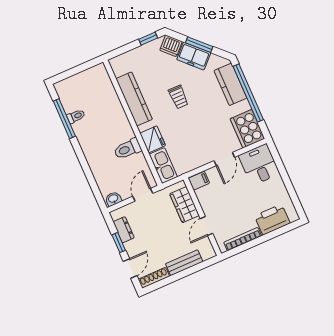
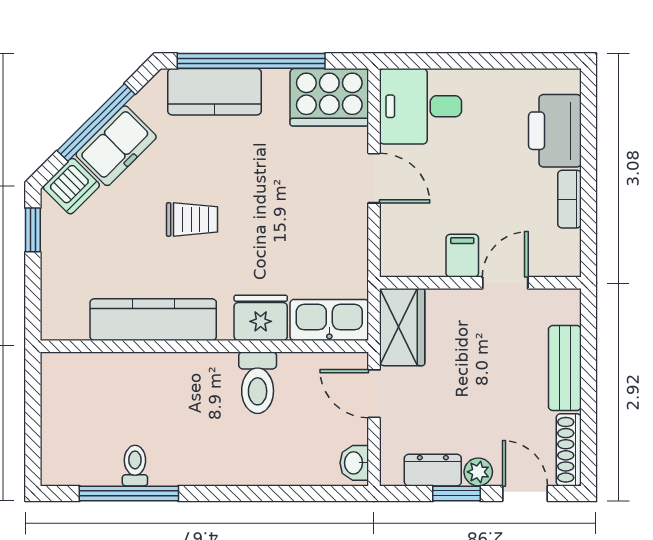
window: (199, 45) -> (96, 122), width x1.44
filing cabinet: (199, 181) -> (462, 256), moved
wardrobe: (184, 205) -> (402, 327), moved, turned -90
door: (206, 226) -> (505, 283), swing flipped
bookcase: (243, 239) -> (569, 199), width x0.64
plant: (130, 247) -> (478, 472), added

